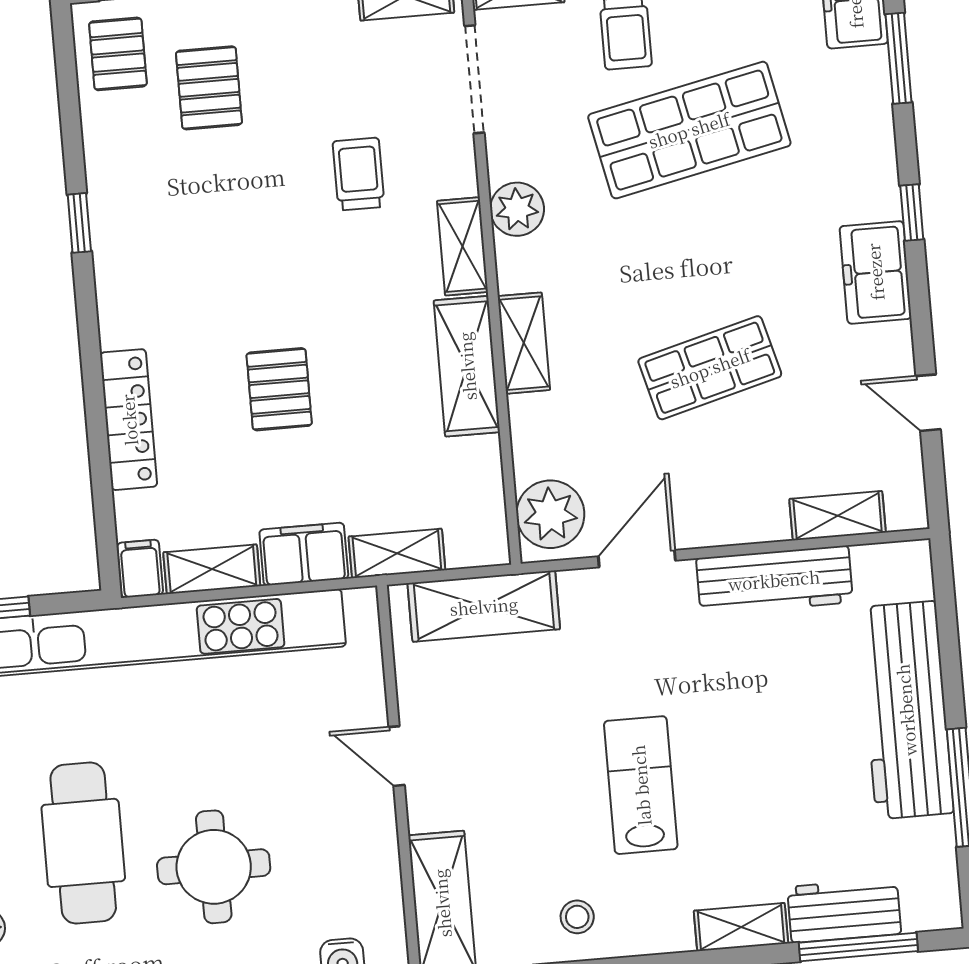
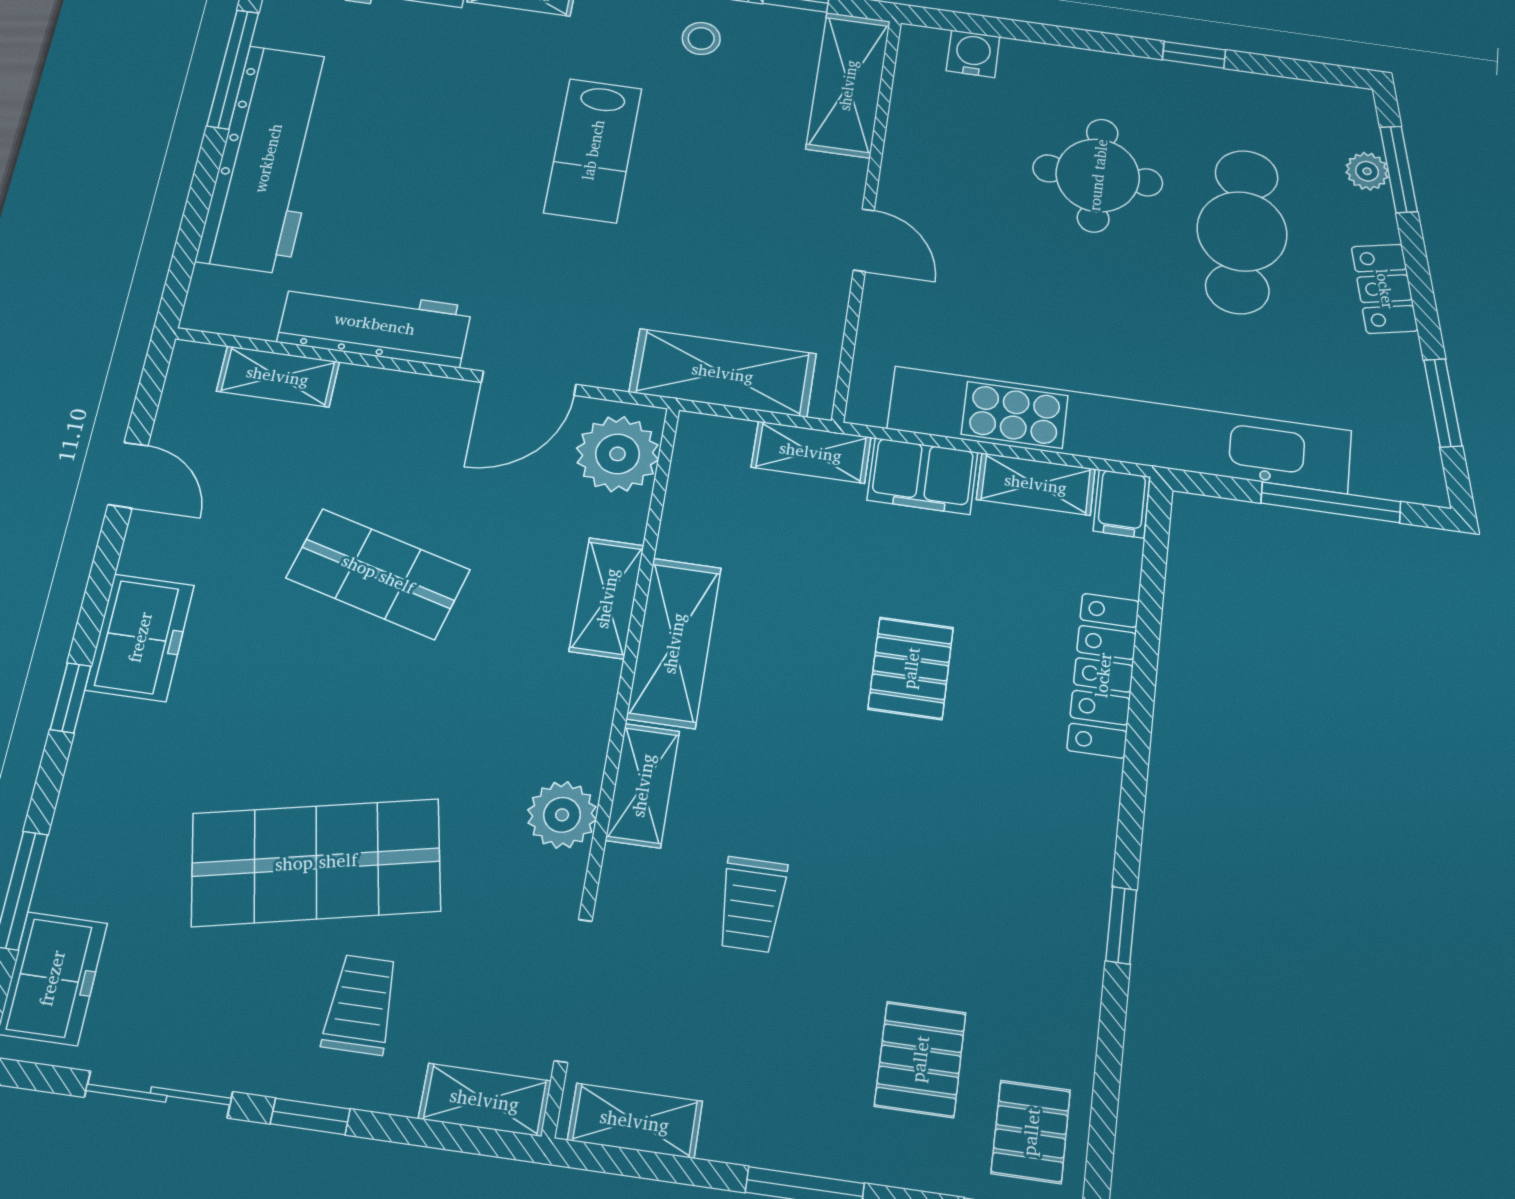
shelving: (524, 343) -> (607, 598), moved
shop shelf: (710, 368) -> (378, 574), turned 30

